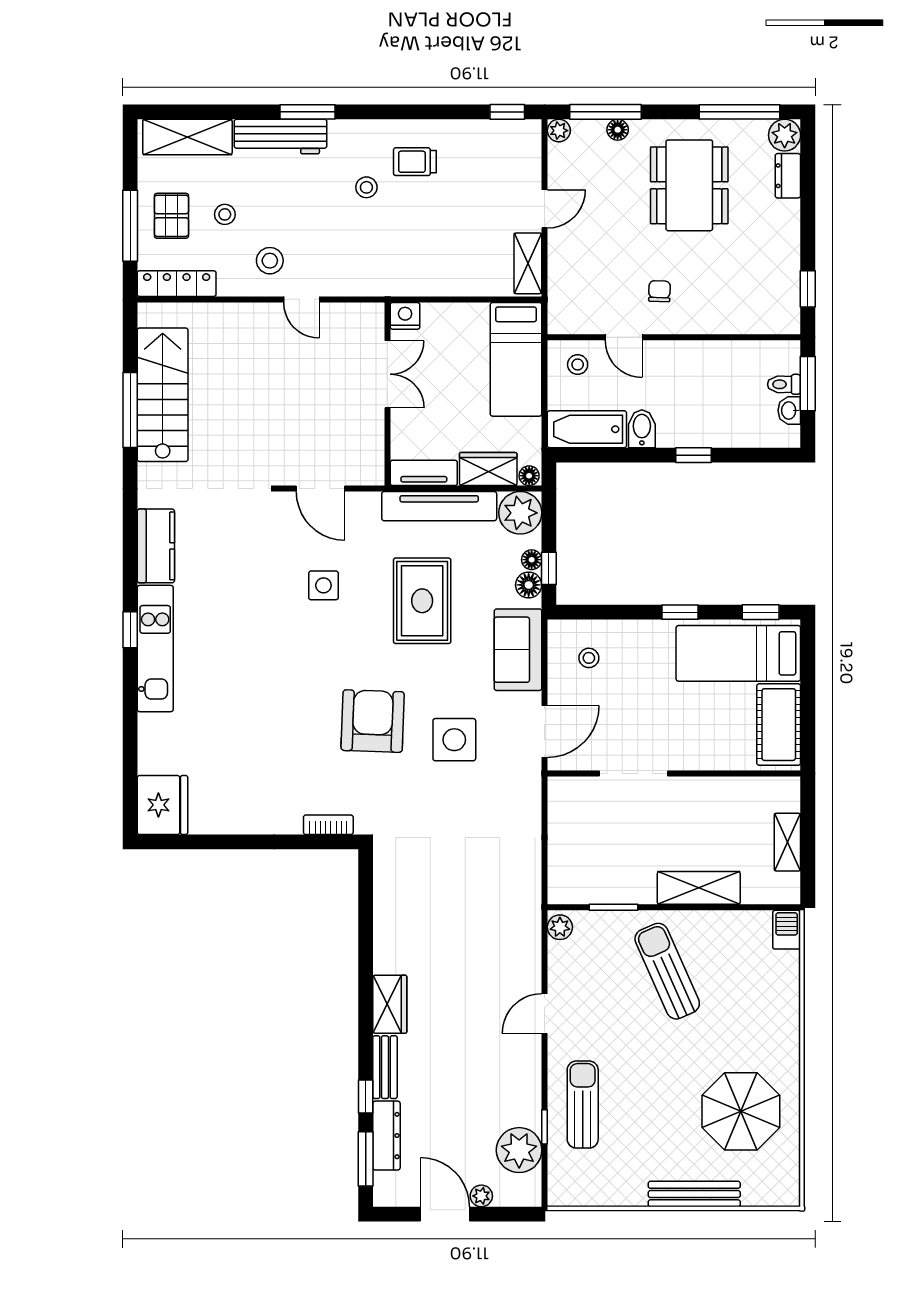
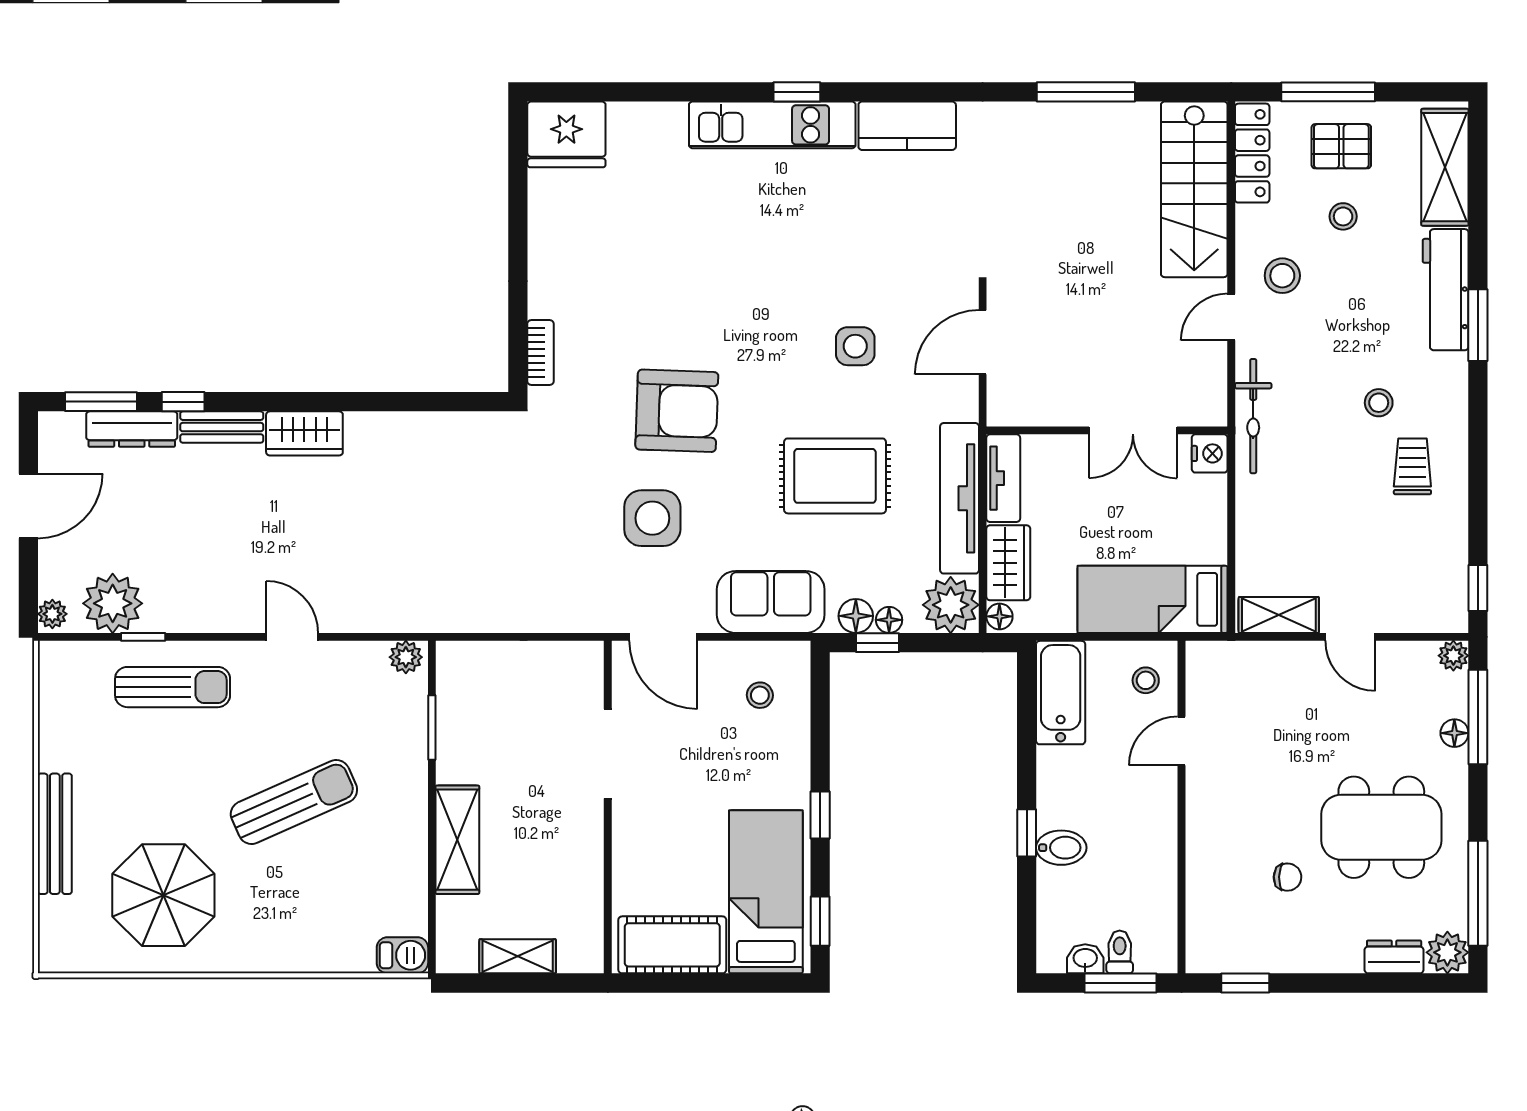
bicycle: (377, 283) -> (1253, 416), added
chair: (659, 291) -> (1288, 877), moved
stairs: (163, 395) -> (1194, 189), moved, turned 90
bidet: (642, 429) -> (1061, 848), moved
sun lounger: (667, 971) -> (294, 802), moved
plant: (481, 1196) -> (52, 614), moved

